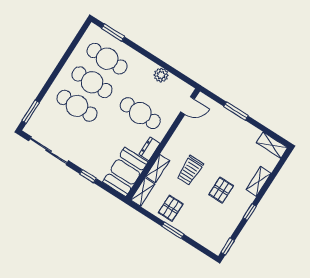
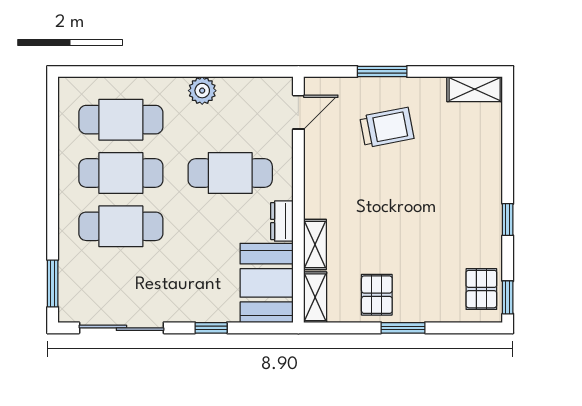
window: (113, 32) -> (103, 71), removed
plant: (161, 75) -> (202, 91), moved
trolley: (190, 170) -> (387, 127), moved, turned -101
shelving: (259, 181) -> (491, 161), removed
pallet: (221, 190) -> (481, 289), moved

